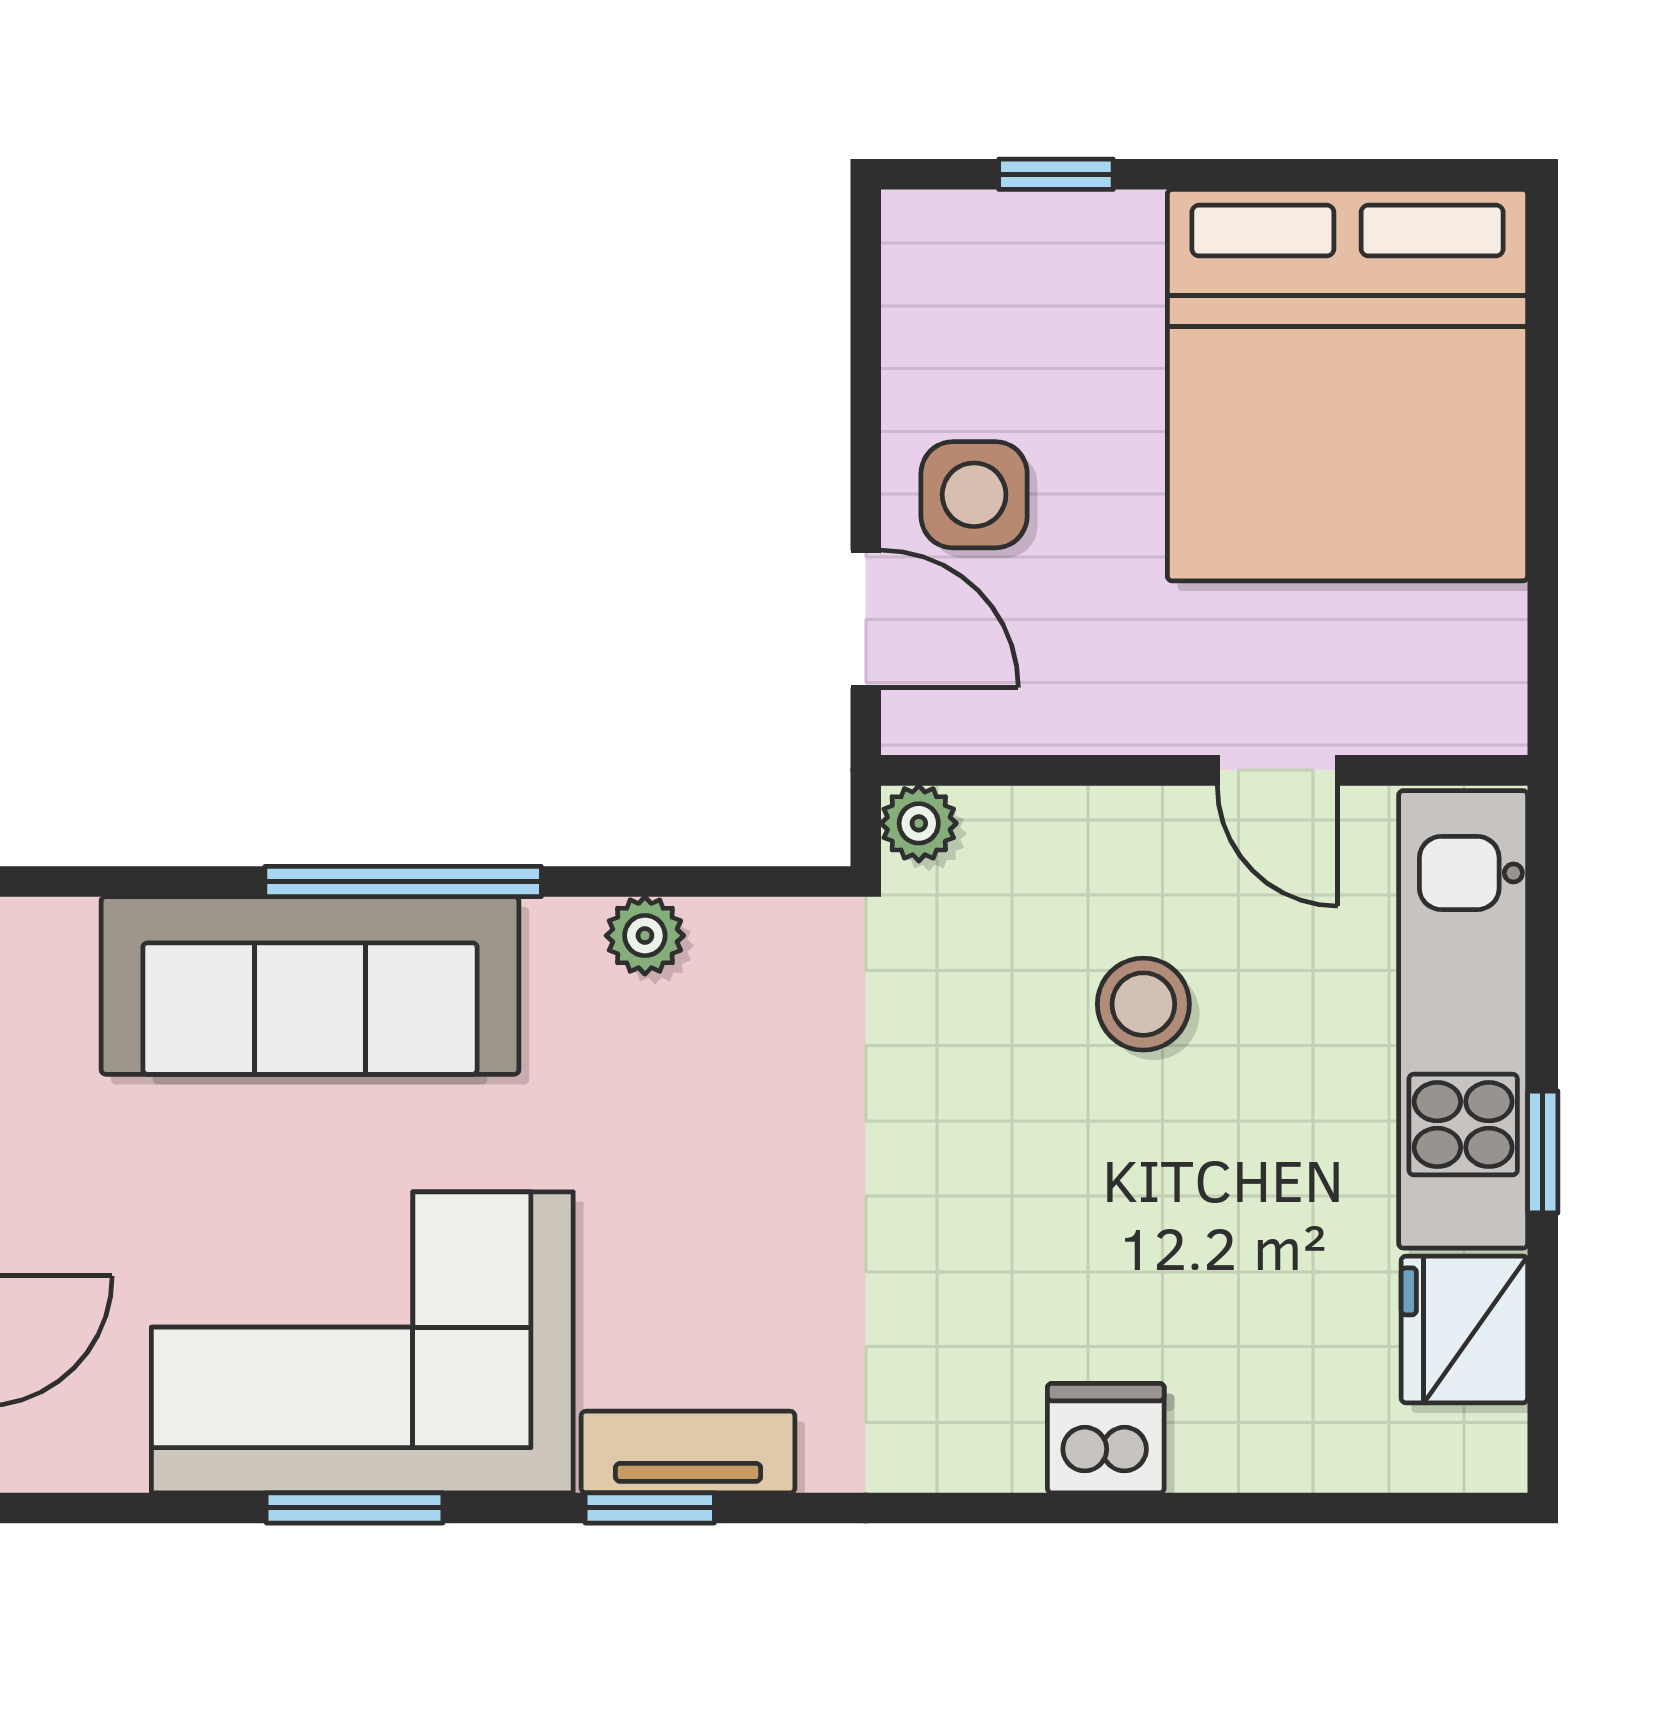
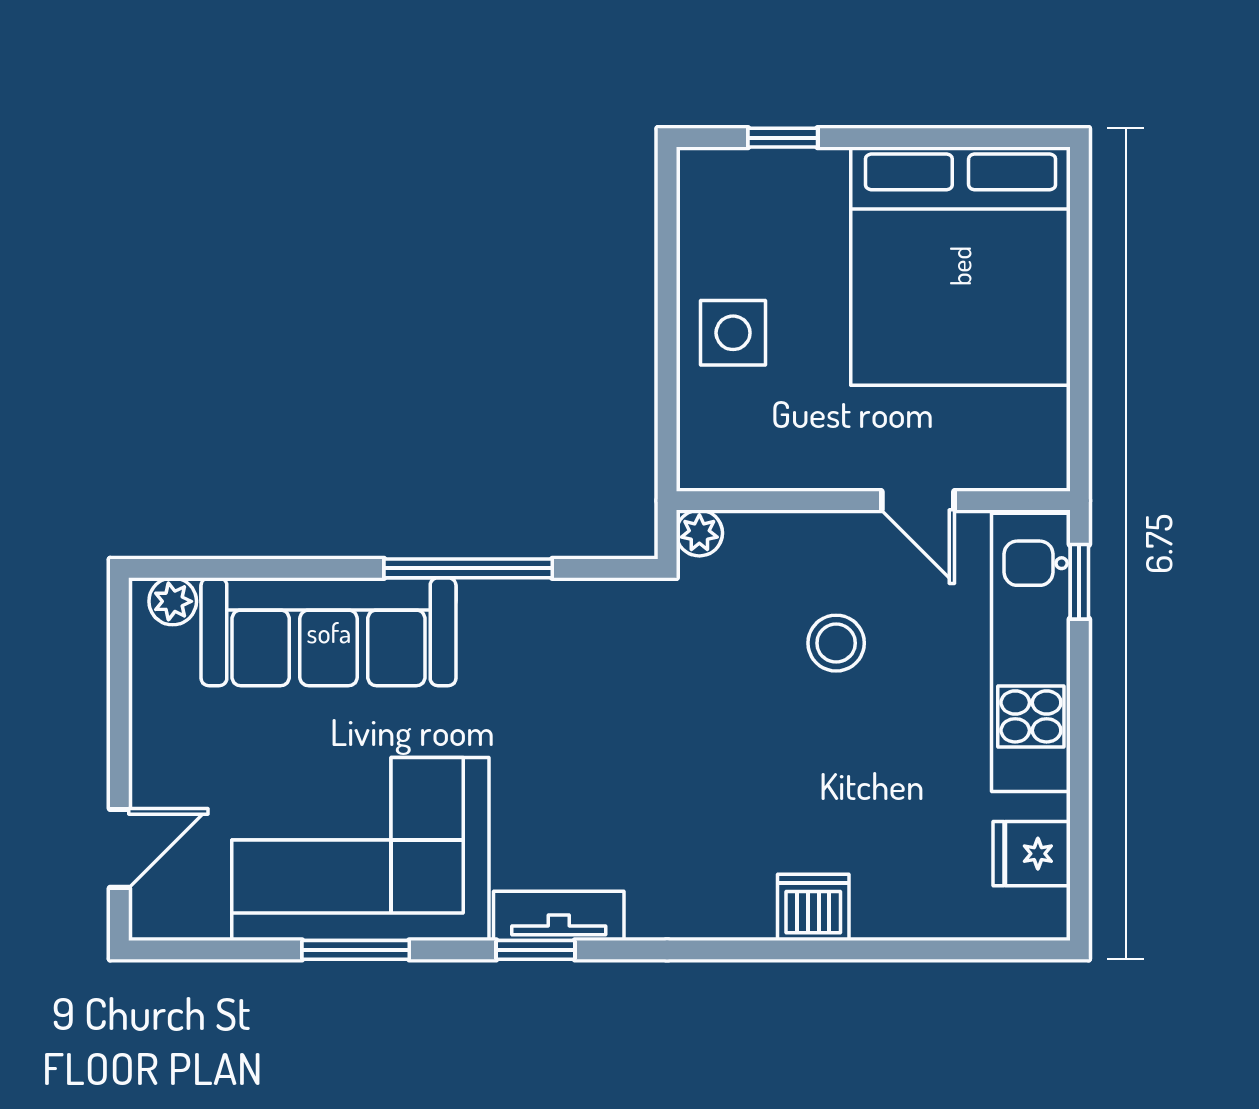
door: (866, 619) -> (667, 408), removed
window: (403, 882) -> (468, 568), moved
plant: (645, 936) -> (173, 601), moved
window: (1543, 1152) -> (1079, 582), moved
fridge: (1464, 1329) -> (1032, 854), width x0.72

